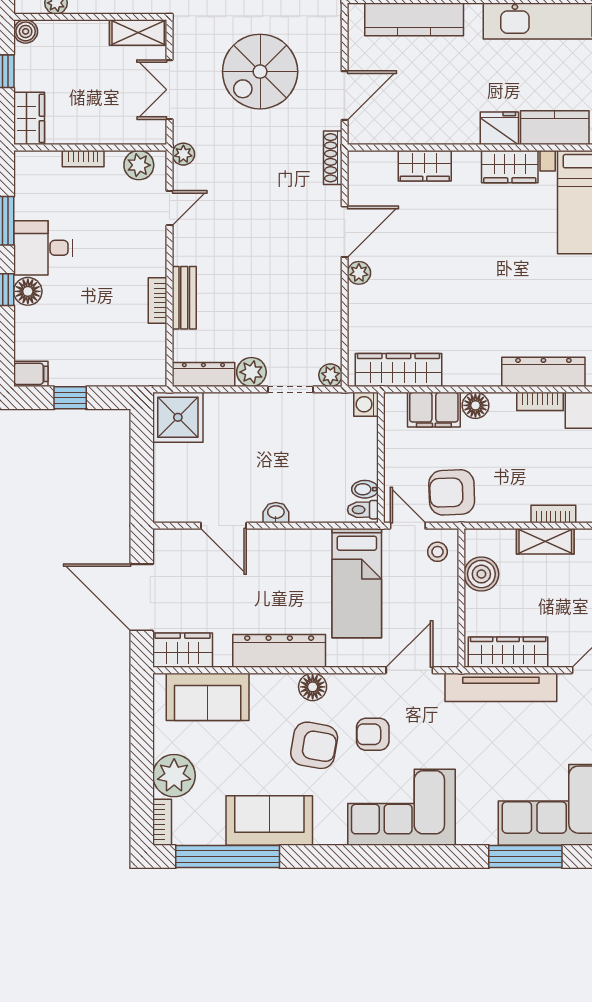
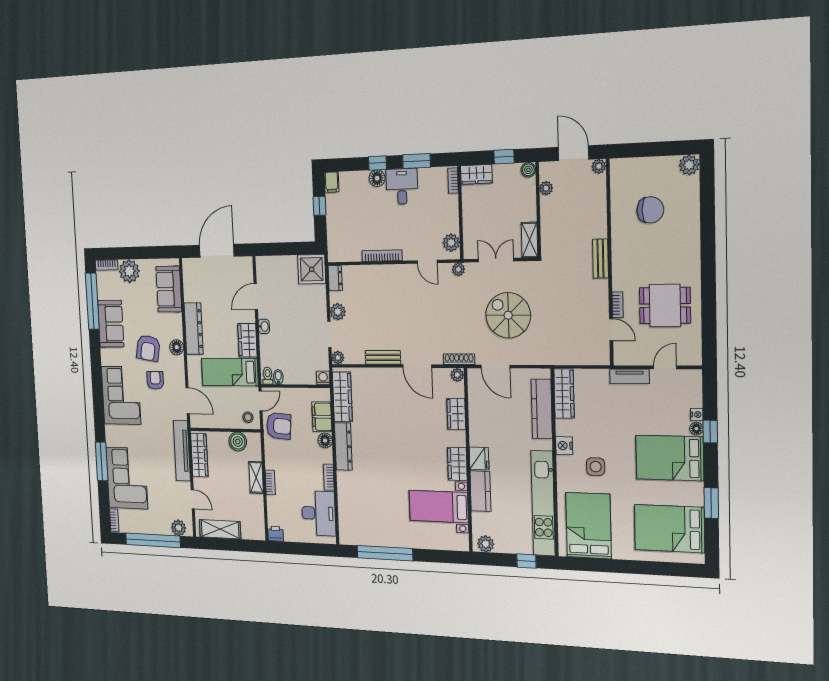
bookcase: (83, 159) -> (453, 181), moved
plant: (359, 273) -> (457, 375), moved
bench: (184, 298) -> (383, 357), moved
bookcase: (158, 300) -> (382, 256), width x1.56
dresser: (543, 372) -> (343, 447), moved
dresser: (203, 374) -> (335, 278), width x0.70
armchair: (452, 492) -> (279, 426), turned 97
wardrobe: (183, 650) -> (247, 340), moved, turned 180

